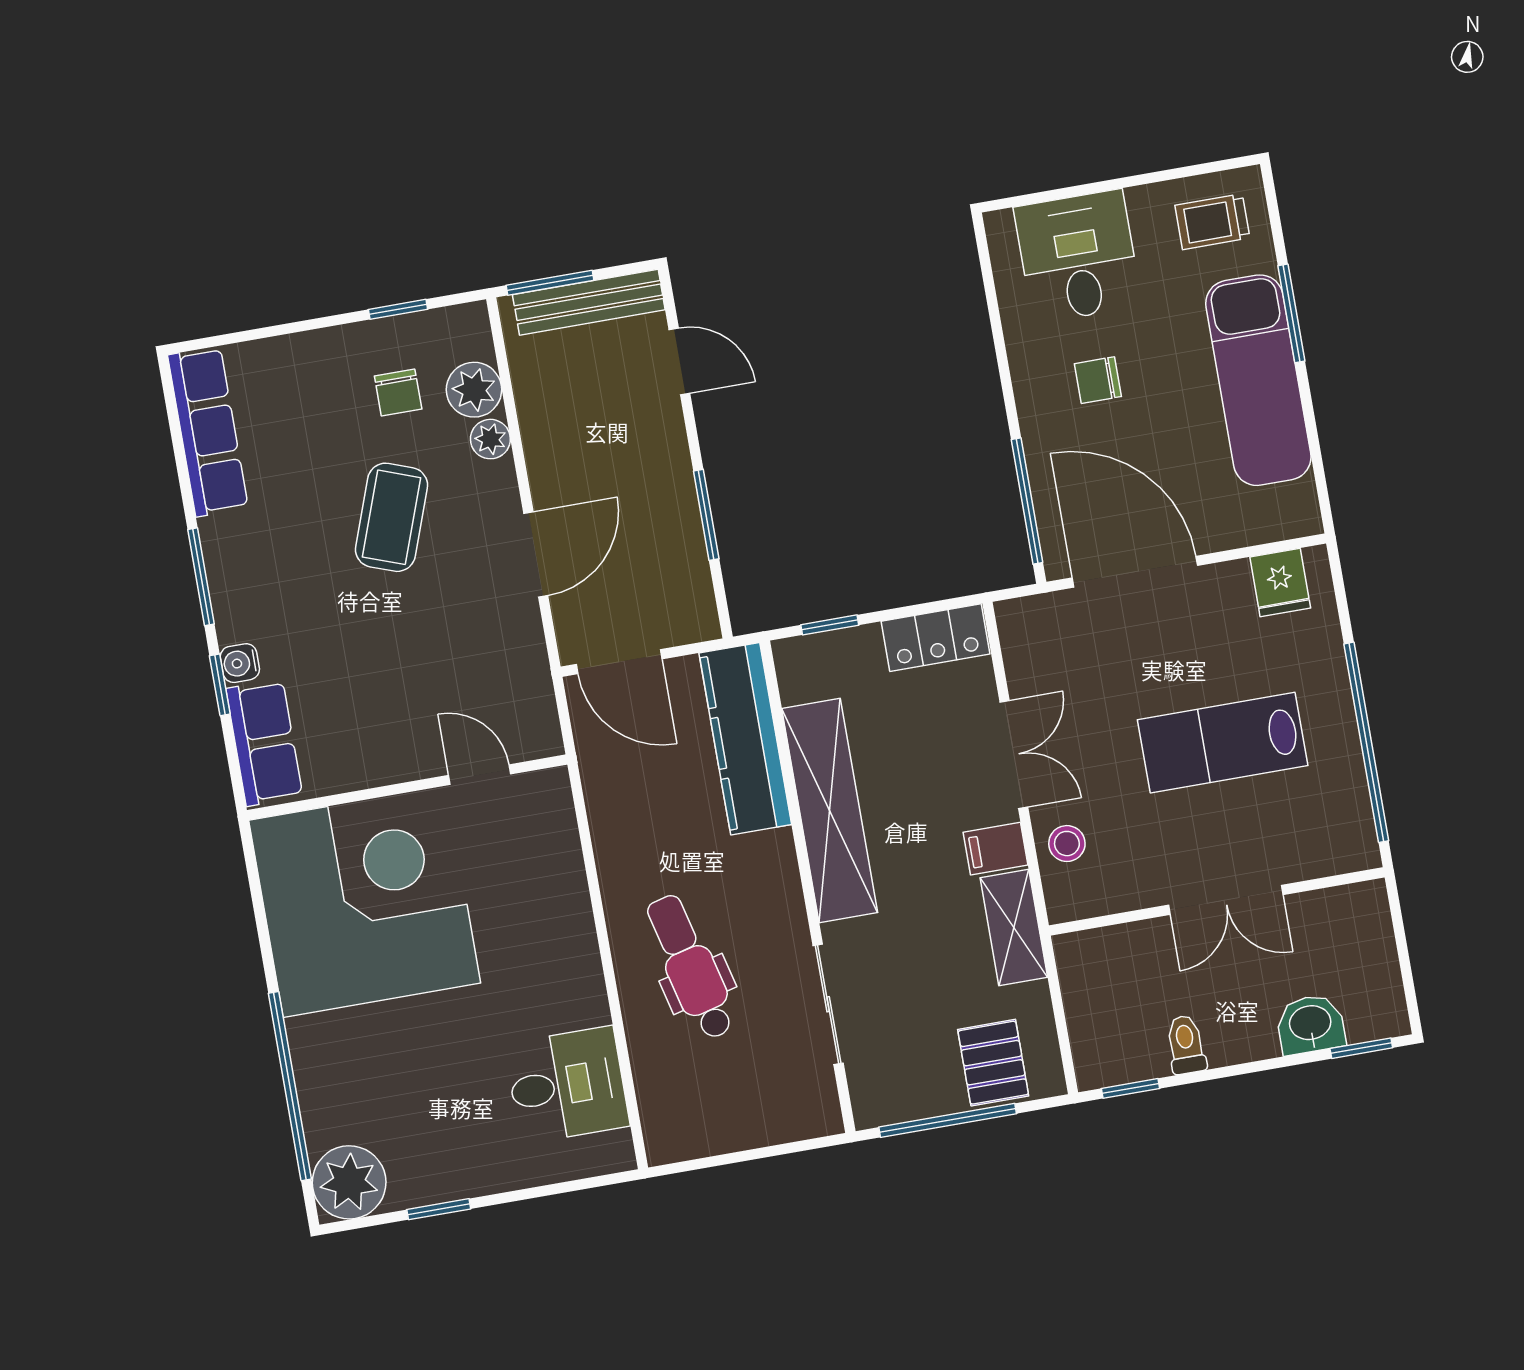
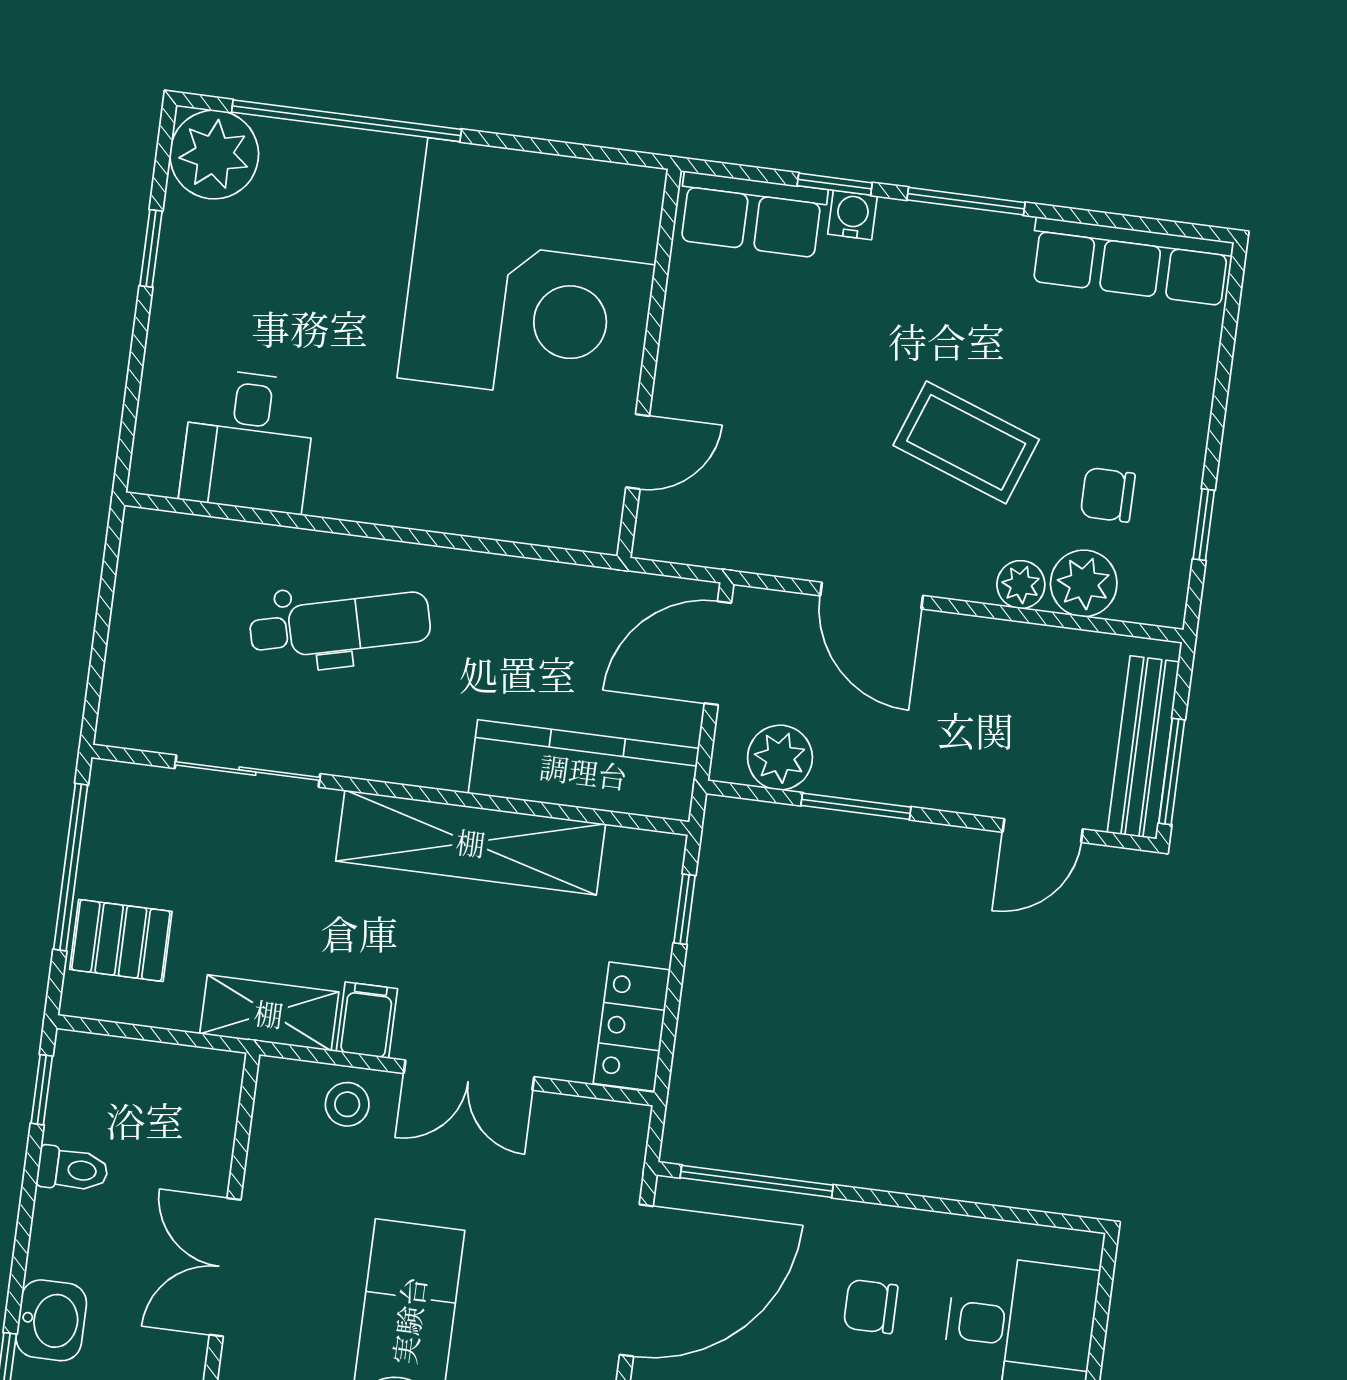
window: (550, 283) -> (1172, 771), moved
chair: (1098, 380) -> (871, 1307), turned -90
plant: (686, 587) -> (780, 758), added

